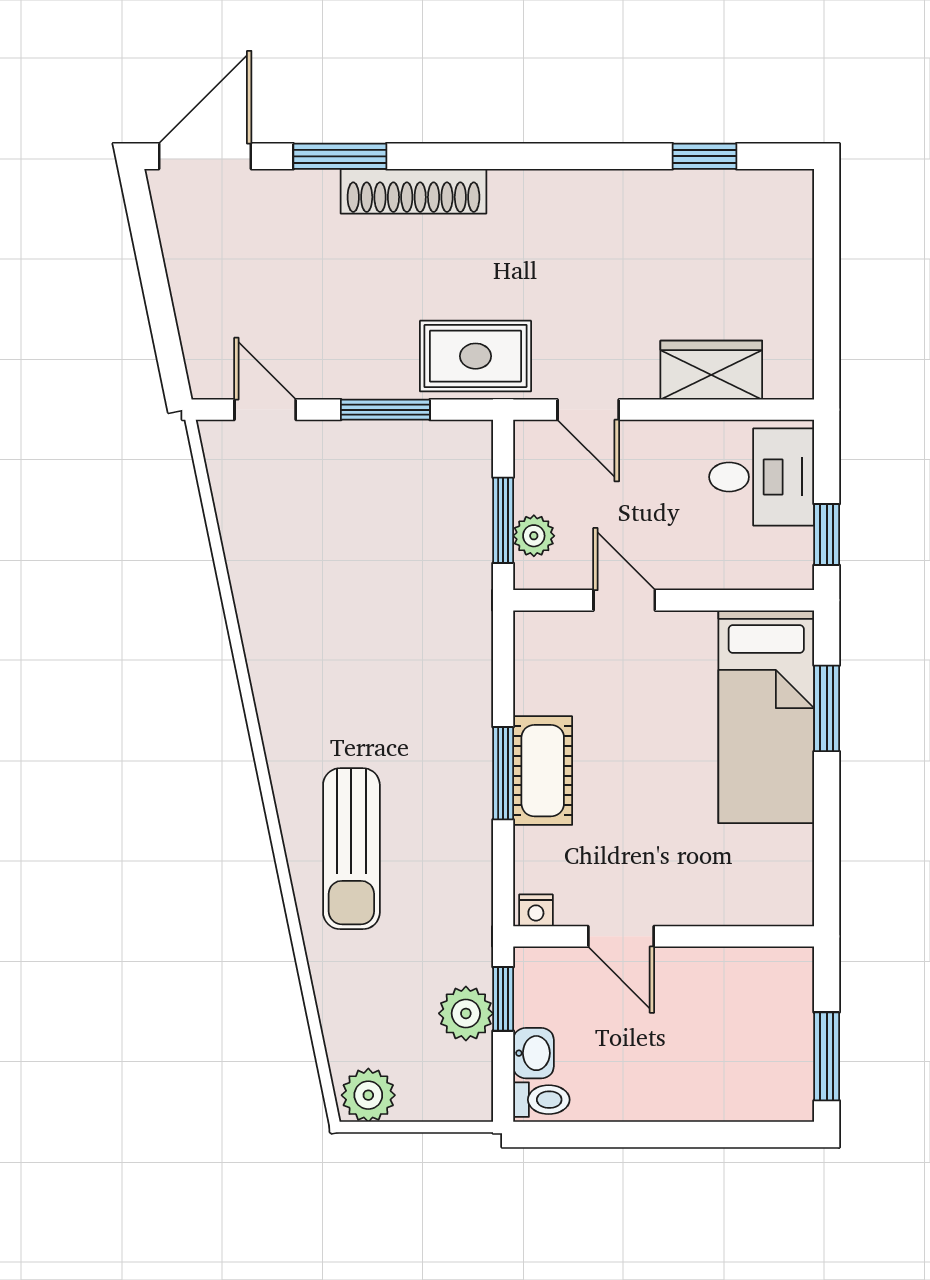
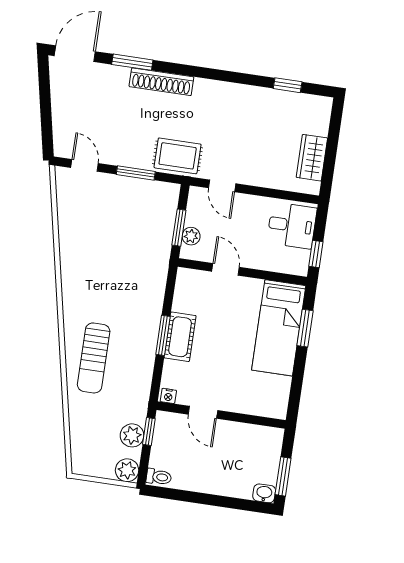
wardrobe: (711, 370) -> (312, 158), moved, turned -90
washbasin: (533, 1053) -> (264, 493), moved, turned -90
plant: (368, 1095) -> (127, 470), moved

